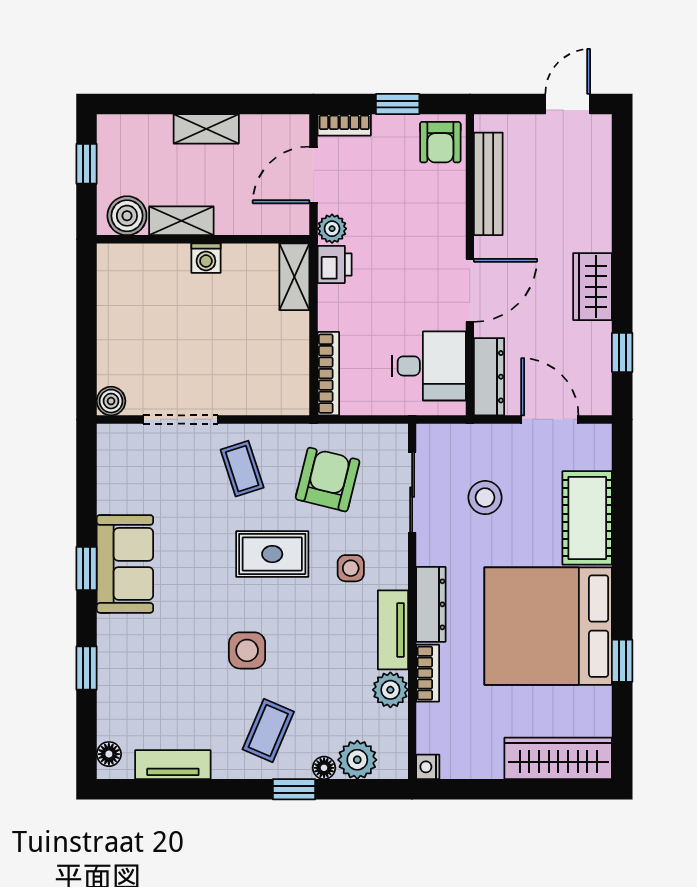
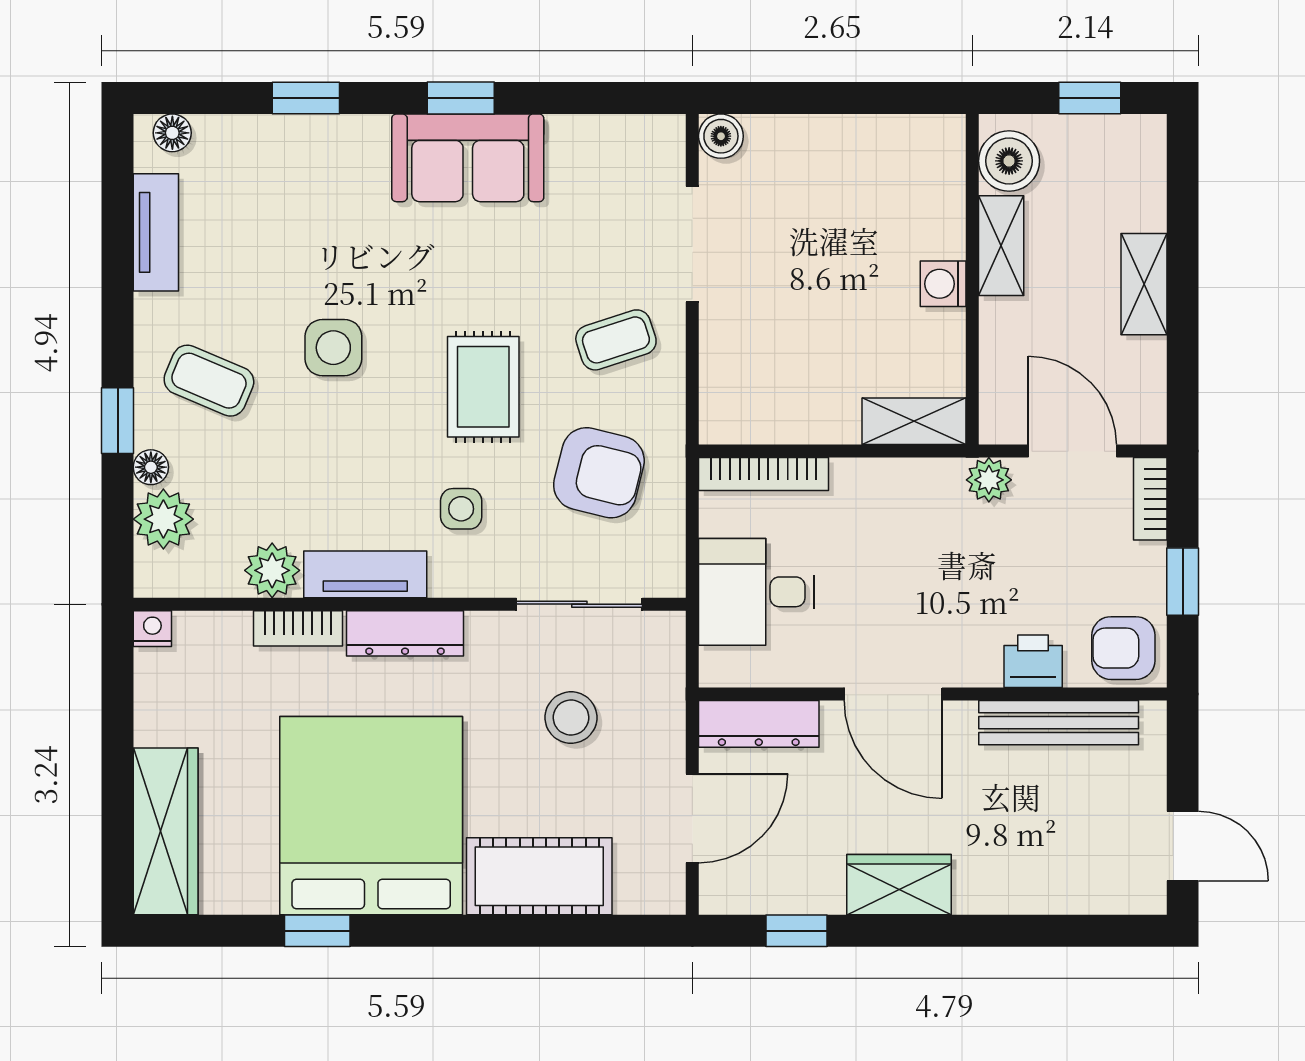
printer: (335, 264) -> (1033, 661), moved, turned 180
desk: (429, 366) -> (756, 592), moved, turned 90

